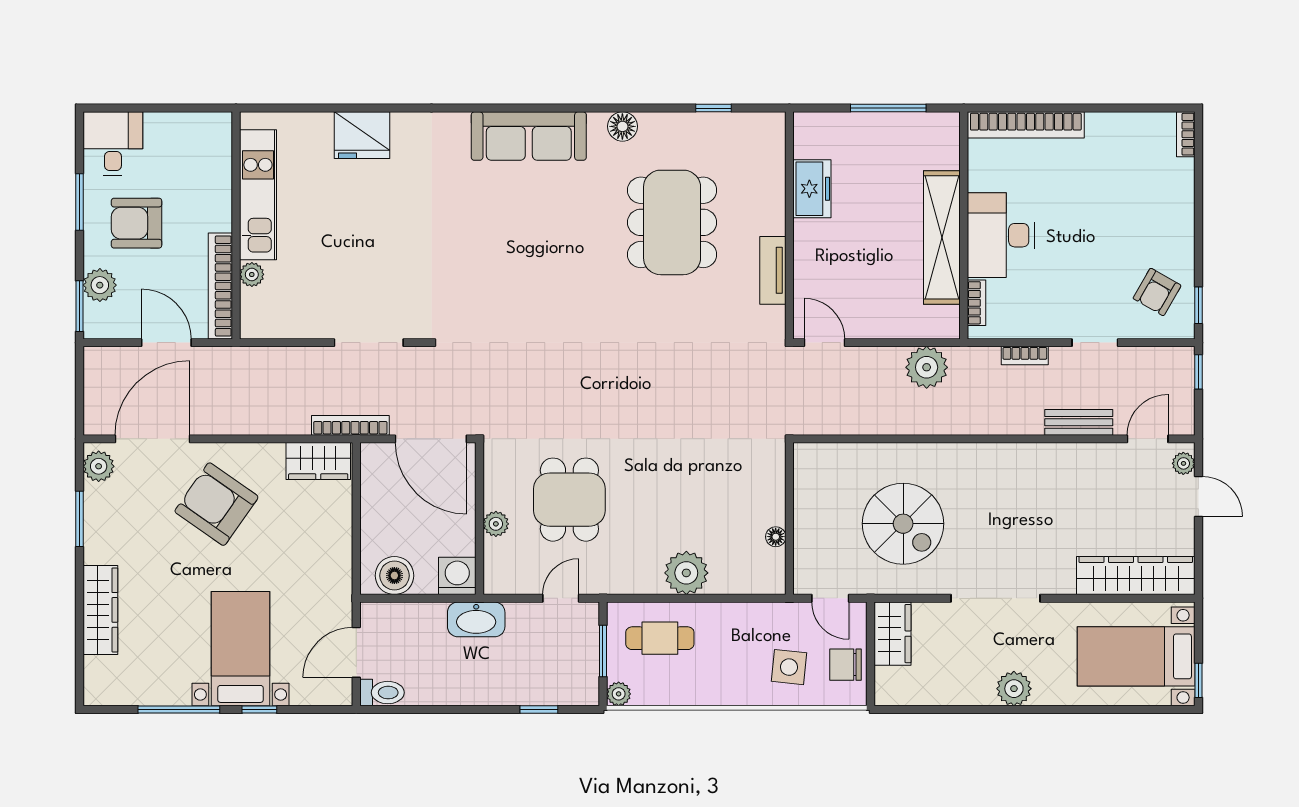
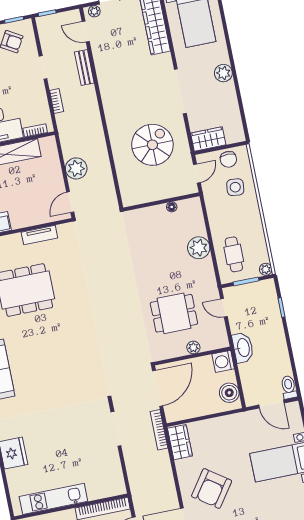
plant: (252, 274) -> (94, 494), removed
plant: (927, 367) -> (76, 168), moved

